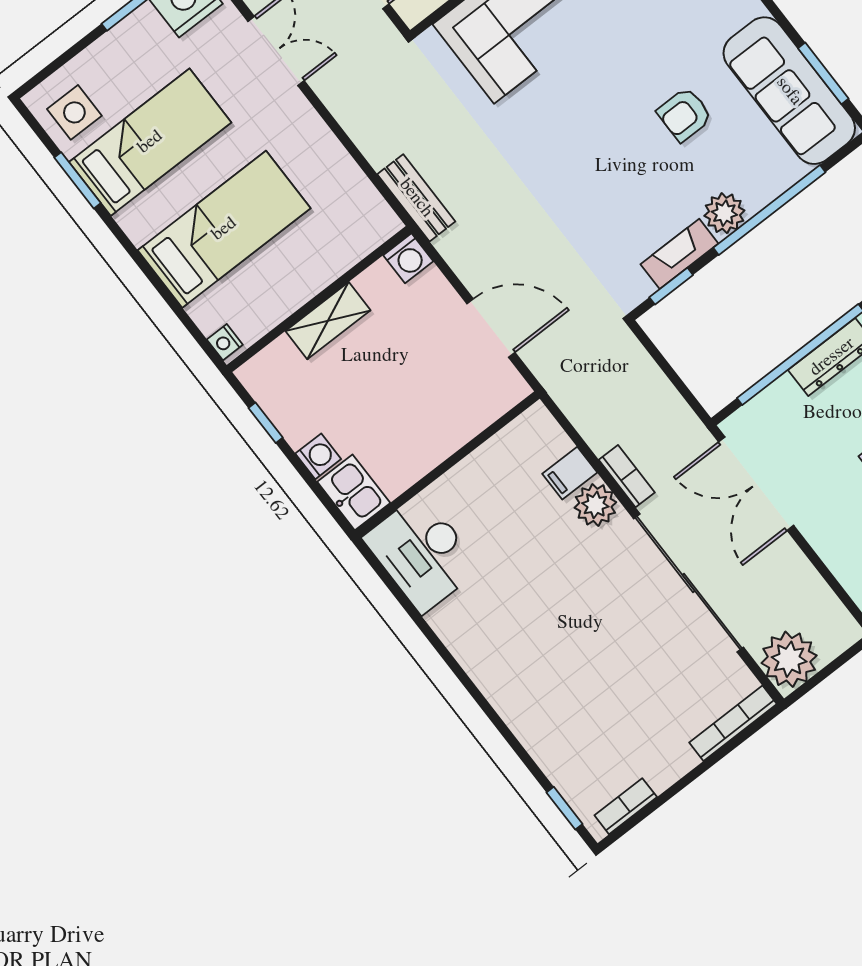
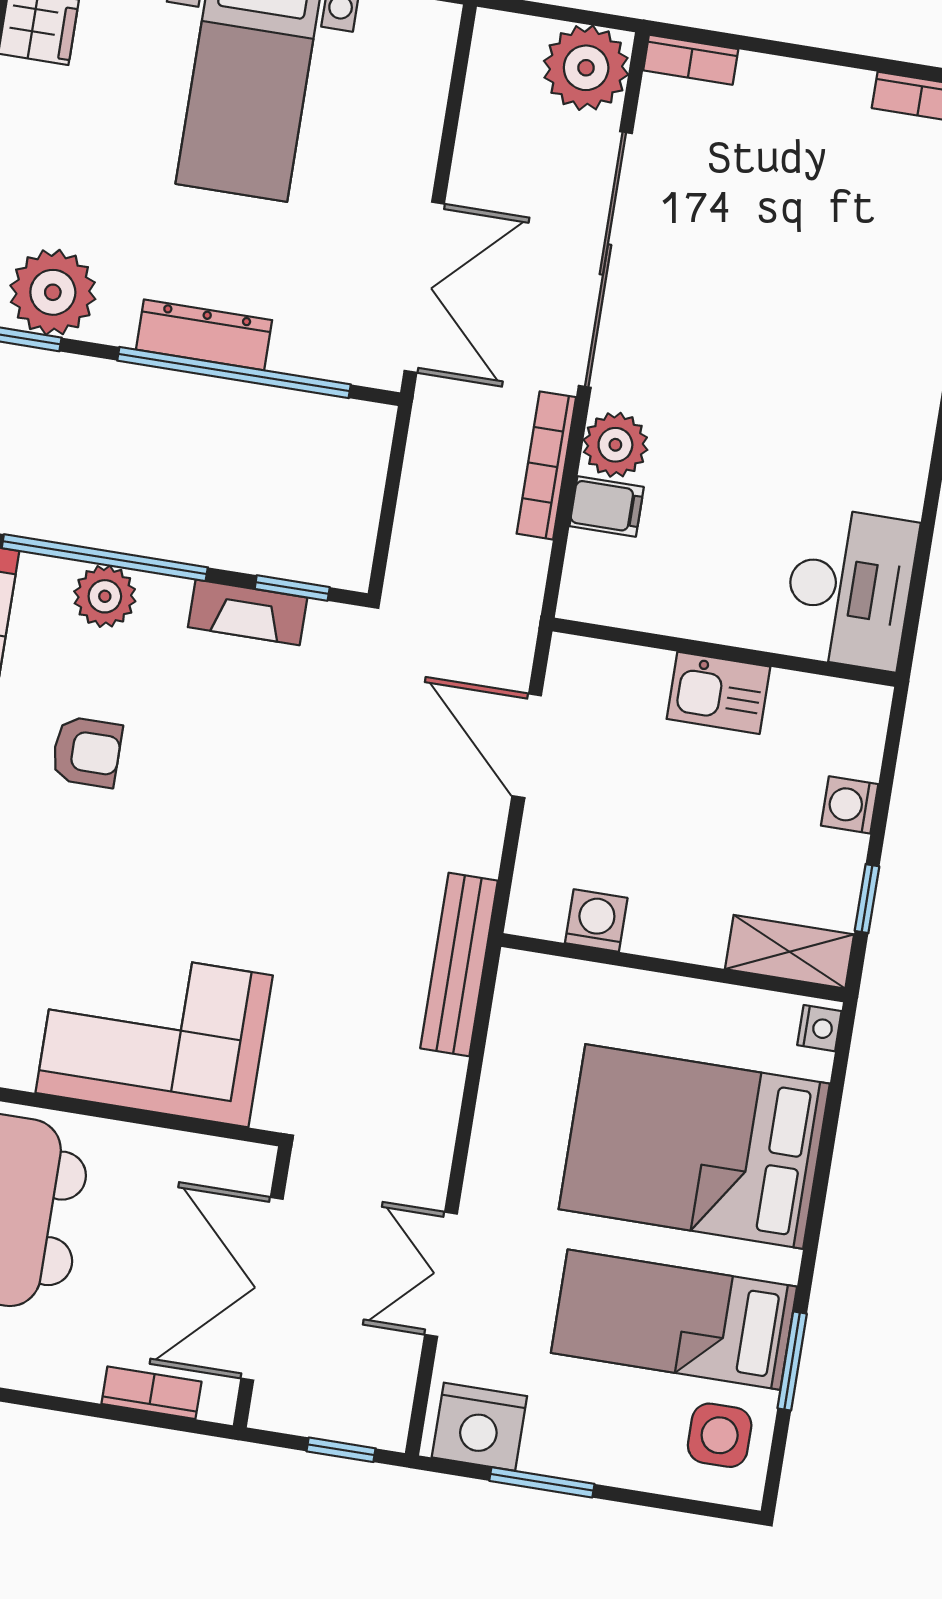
bench: (416, 198) -> (459, 964), width x1.36
plant: (724, 213) -> (105, 596), moved
bed: (224, 229) -> (694, 1146), width x1.50
washing machine: (408, 258) -> (596, 921), moved
shelving: (328, 321) -> (790, 952), moved
bookcase: (627, 476) -> (546, 465), width x1.56
kitchen sink: (354, 492) -> (718, 693), moved, turned -90
bookcase: (733, 723) -> (691, 60), width x0.64

